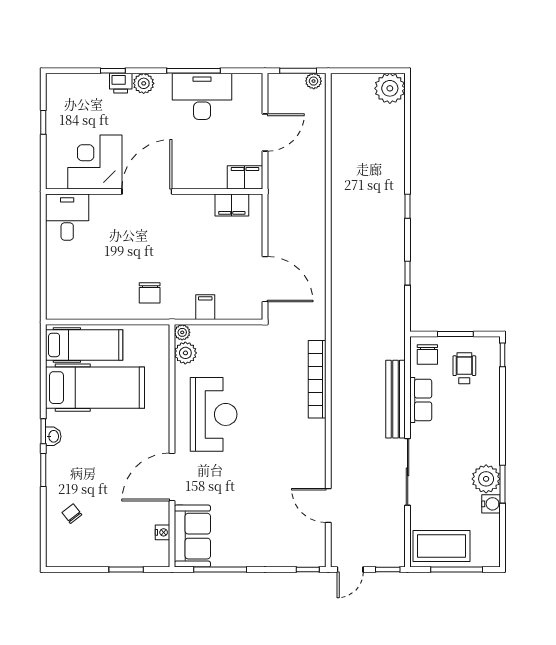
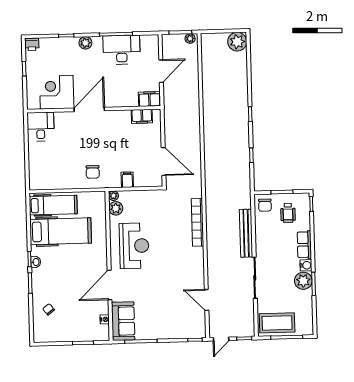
printer: (121, 83) -> (32, 44), moved
wheelchair: (464, 368) -> (288, 213), turned 180
row of seats: (421, 400) -> (304, 245), moved, turned 180
water cooler: (491, 504) -> (306, 265), moved

